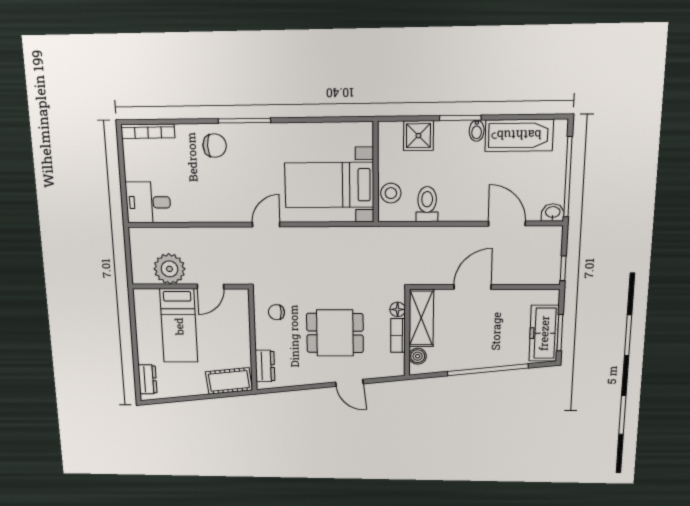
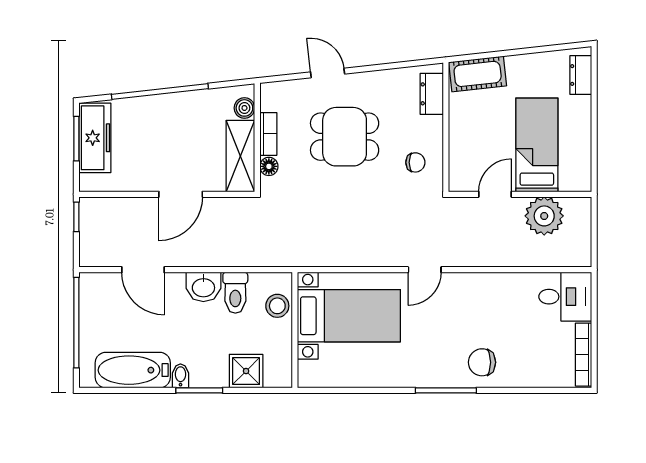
bookcase: (148, 131) -> (583, 355), moved, turned -90
washbasin: (553, 212) -> (203, 287), moved, width x1.38, depth x1.45

